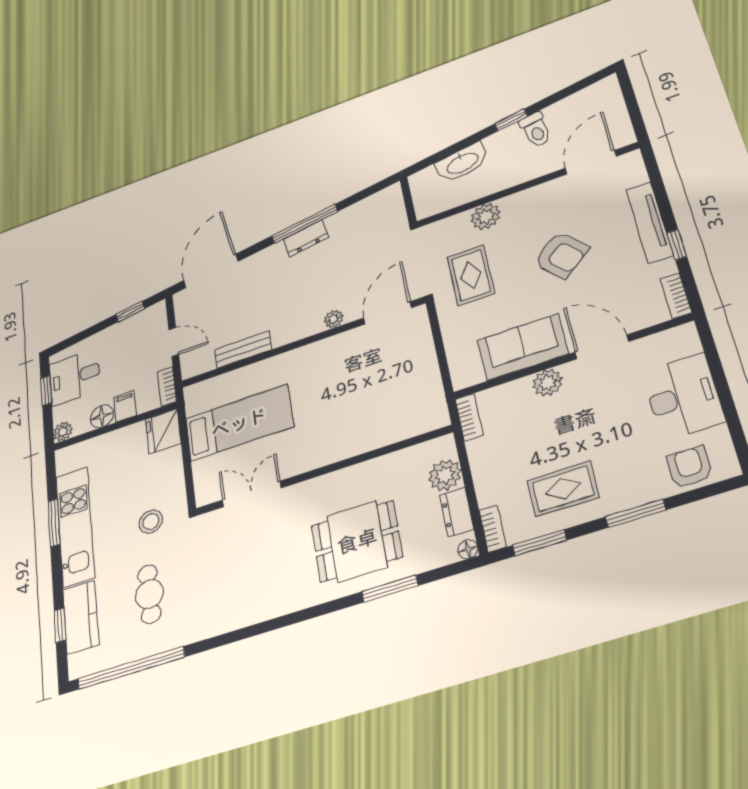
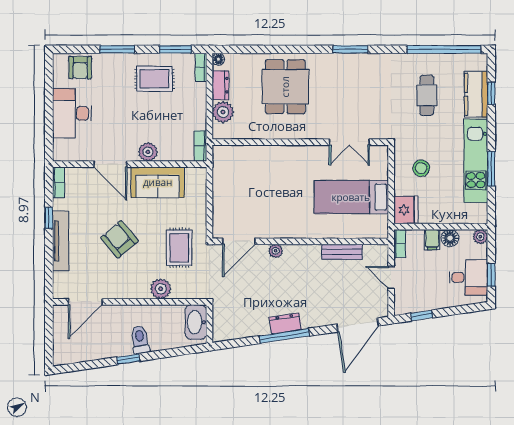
toilet: (536, 130) -> (140, 340), moved
washbasin: (462, 163) -> (196, 322), moved, turned -82
stool: (151, 522) -> (421, 168), moved
dining table: (357, 541) -> (285, 87), turned 90
window: (390, 589) -> (351, 49), moved

